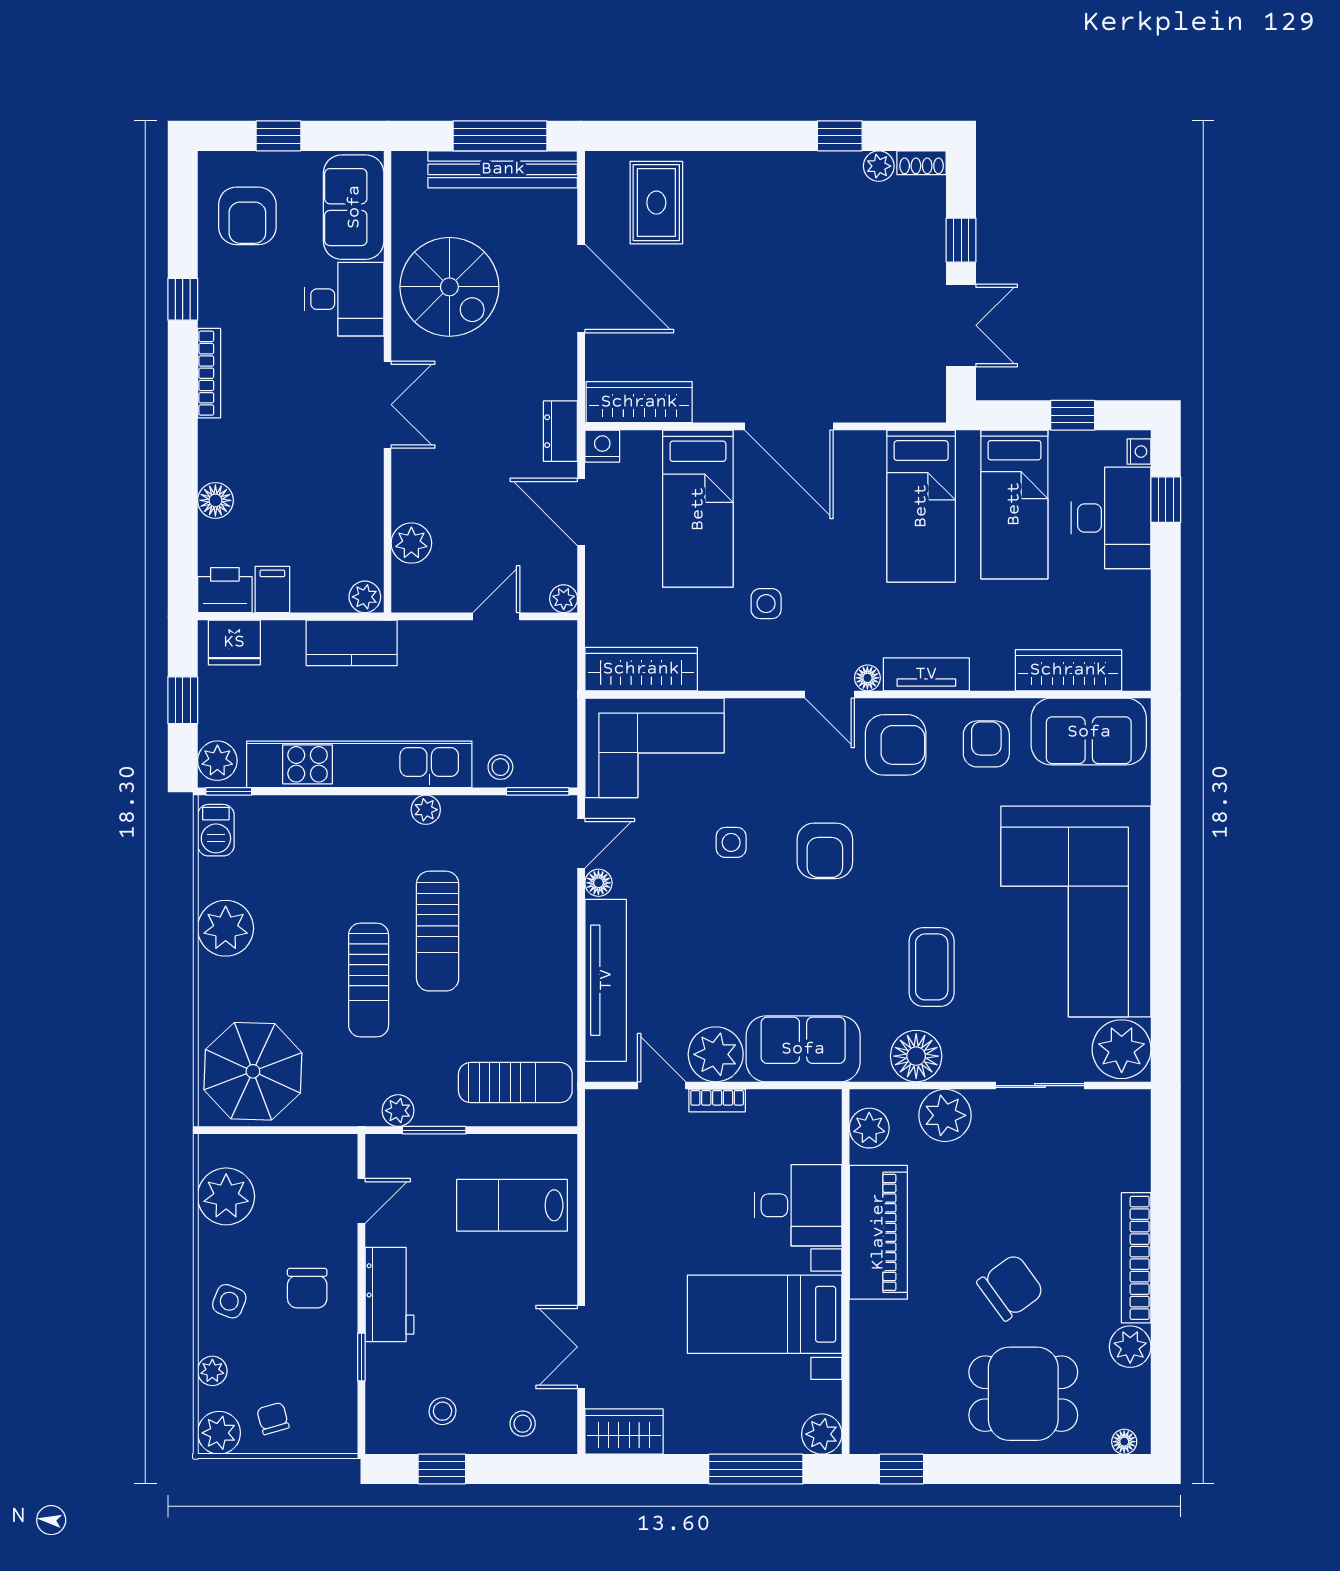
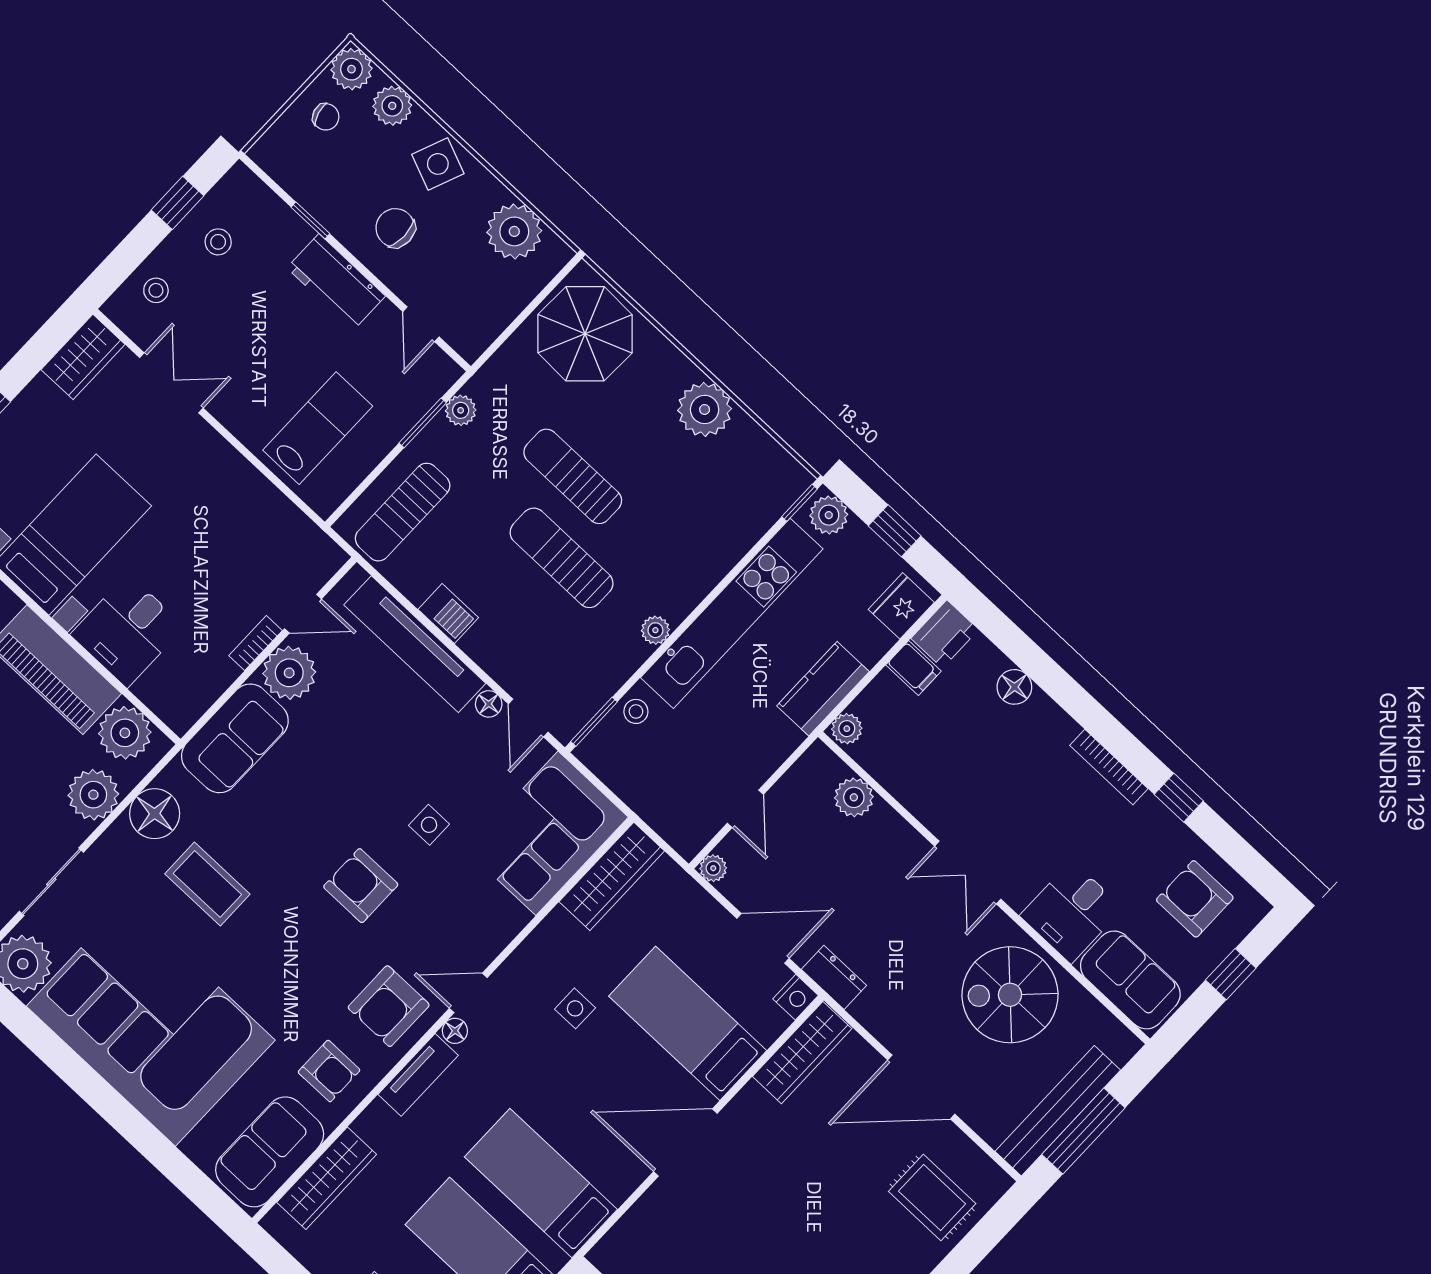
barbecue: (216, 830) -> (448, 614), moved, turned 180
plant: (869, 1128) -> (125, 733), width x1.36, depth x1.36
side table: (229, 1301) -> (438, 164), width x1.37, depth x1.37
plant: (212, 1371) -> (392, 106), width x1.38, depth x1.38

